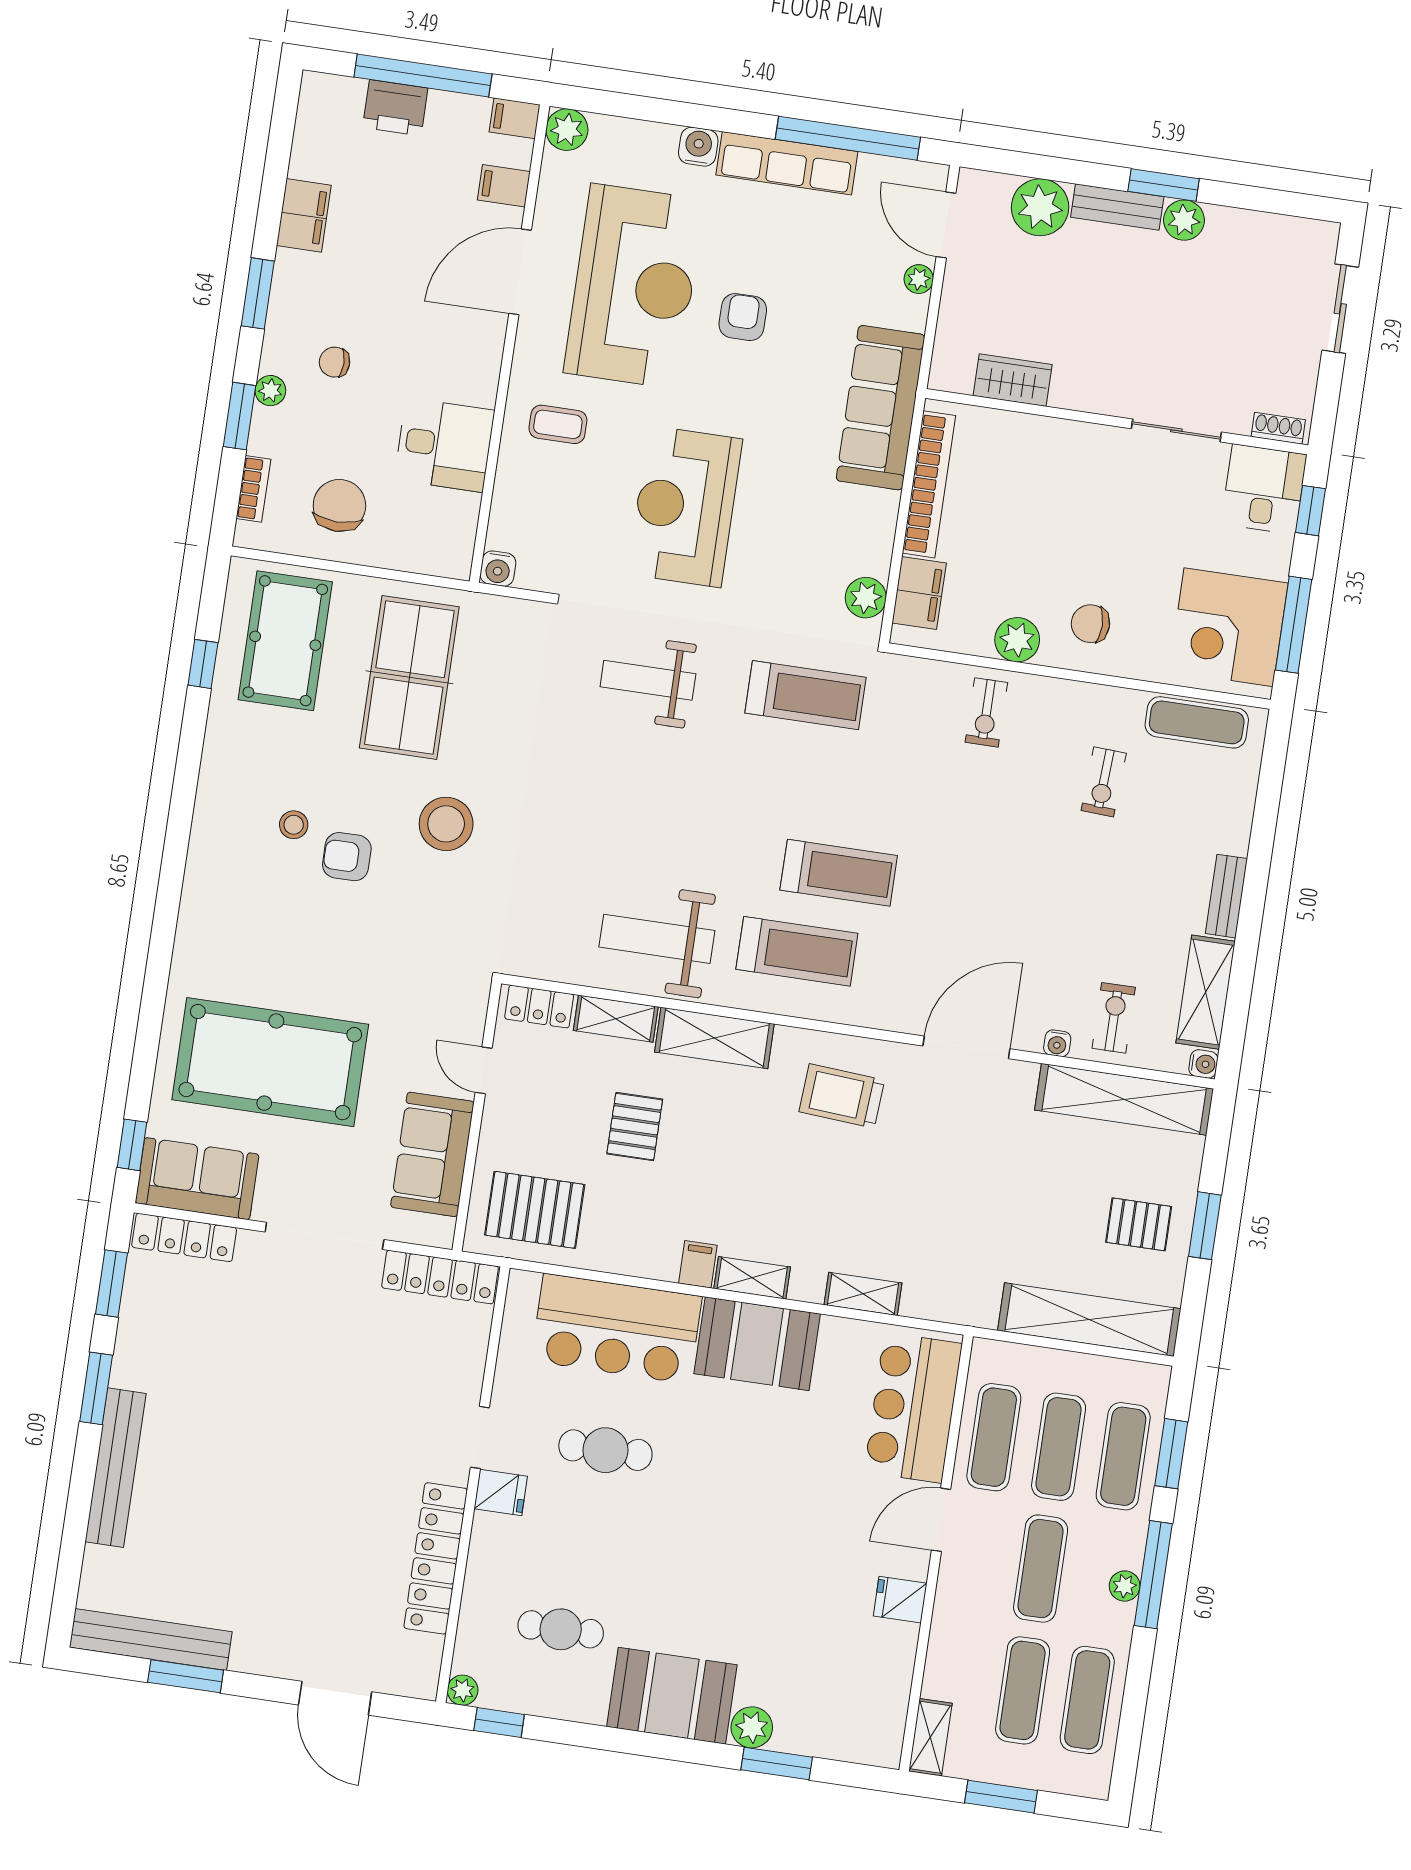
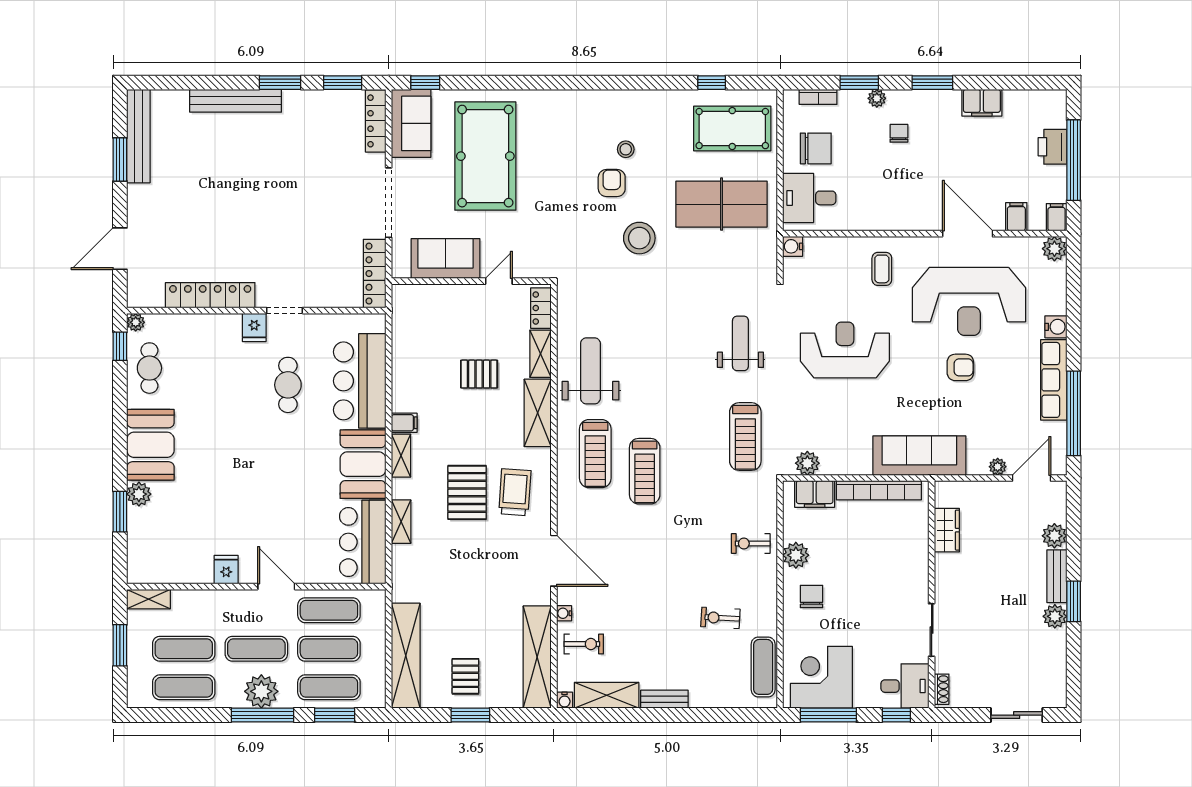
plant: (1040, 207) -> (1054, 536), width x0.73, depth x0.73
desk: (444, 445) -> (809, 198), moved, turned 90
pallet: (535, 1210) -> (467, 492), moved
bar counter: (913, 1408) -> (363, 542), moved, turned -90
plant: (1125, 1586) -> (261, 691), width x1.87, depth x1.87
cafe table: (561, 1629) -> (149, 368), moved

